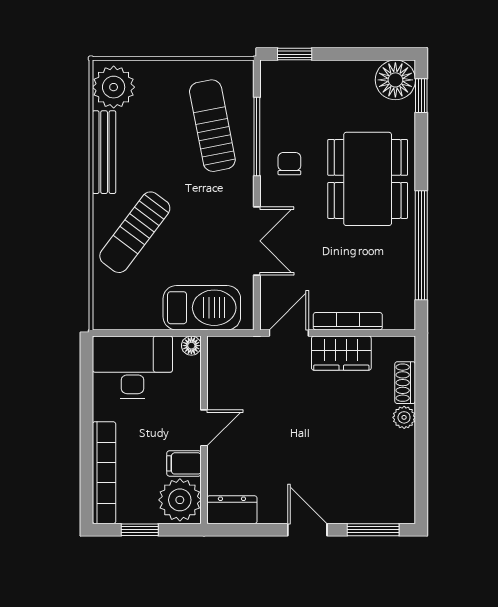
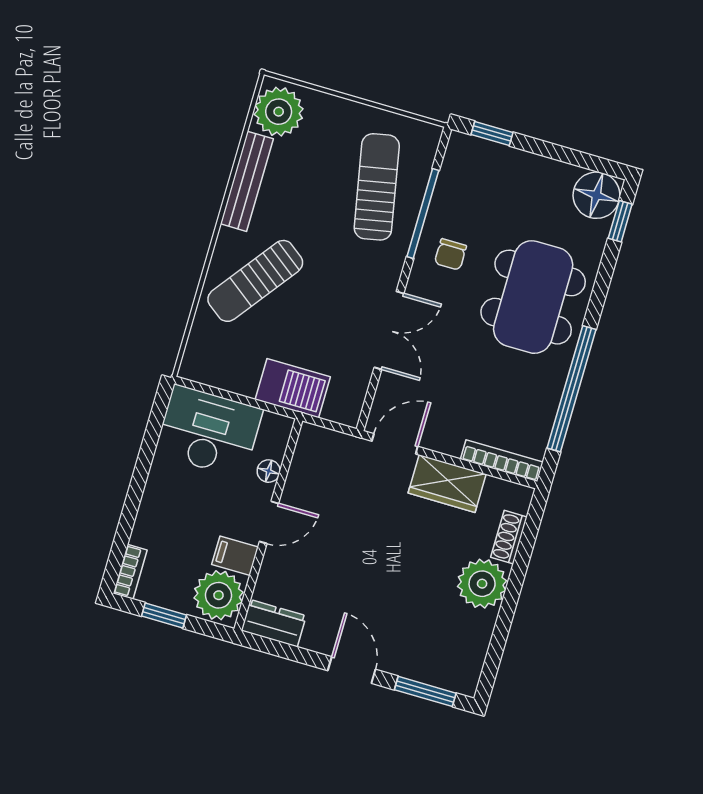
chair: (289, 164) -> (450, 254), turned 180
barbecue: (202, 308) -> (293, 388), width x0.73, depth x0.83
bookcase: (348, 321) -> (502, 461), moved
floor lamp: (191, 346) -> (269, 471), moved
plant: (404, 417) -> (482, 584), width x1.87, depth x1.87
bookcase: (104, 473) -> (130, 572), width x0.43, depth x0.76

